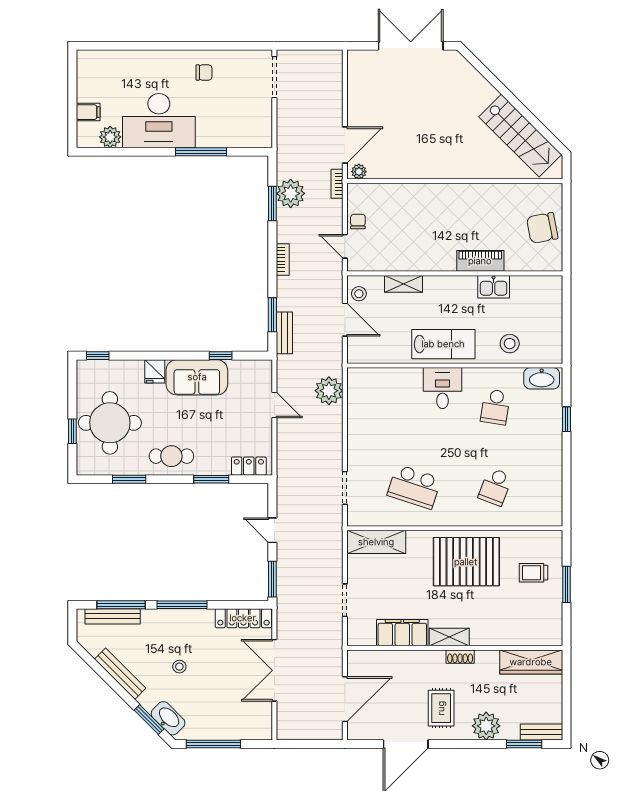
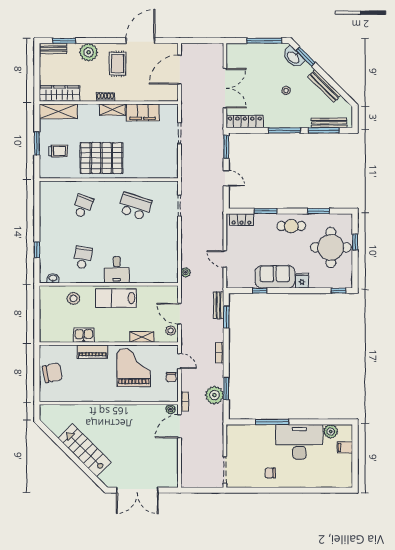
stairs: (520, 136) -> (85, 450), moved
grand piano: (416, 236) -> (134, 368), added
washbasin: (542, 378) -> (53, 278), width x0.52, depth x0.69
plant: (329, 391) -> (186, 272), width x0.53, depth x0.53
shelving: (376, 542) -> (58, 111), moved

